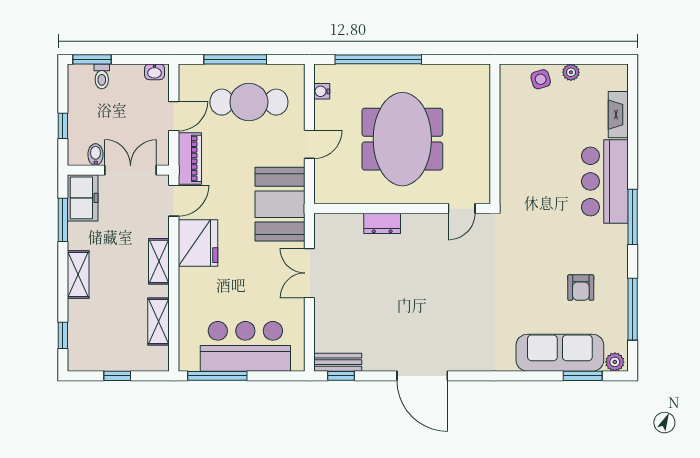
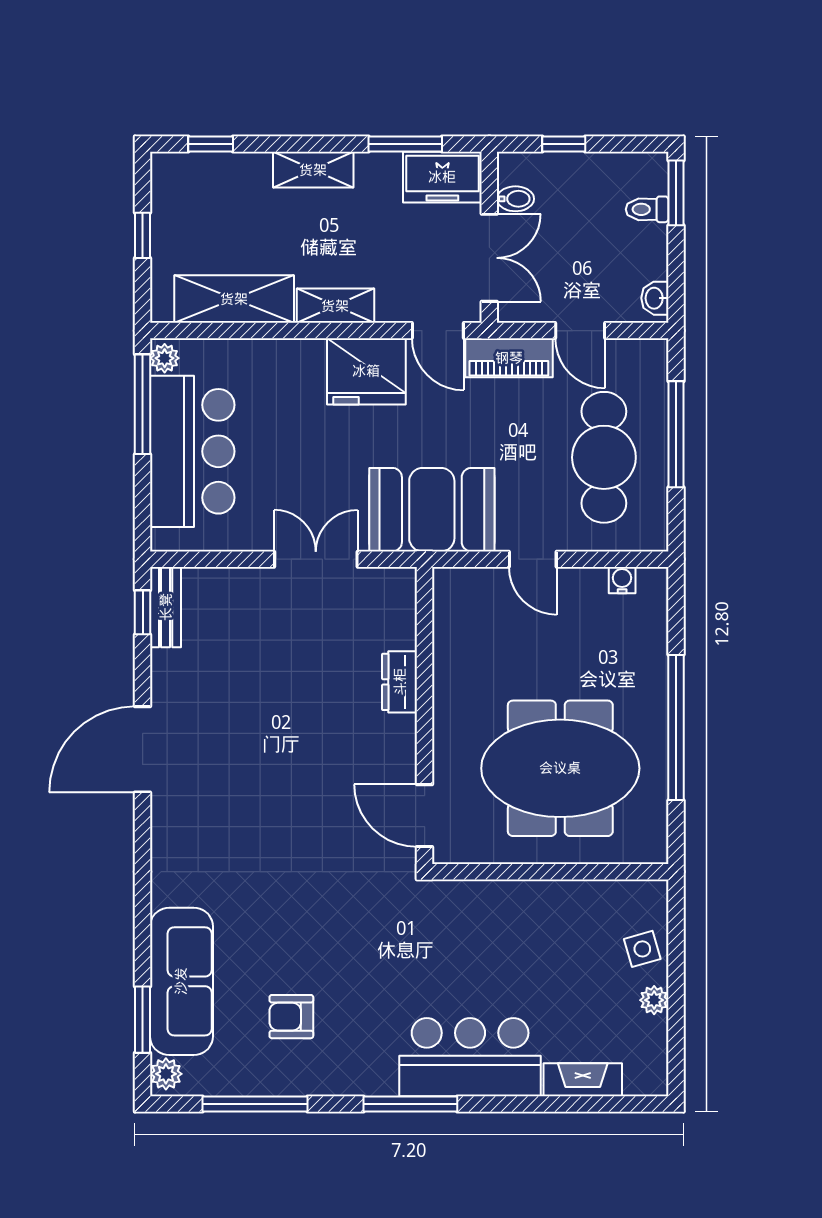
window: (378, 59) -> (676, 727), moved
meeting table: (402, 139) -> (560, 768), moved
door: (462, 208) -> (425, 816), width x1.38
shelving: (159, 322) -> (234, 299), width x1.50, depth x1.33
plant: (190, 363) -> (165, 358), added

